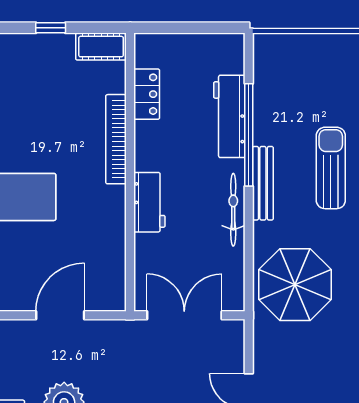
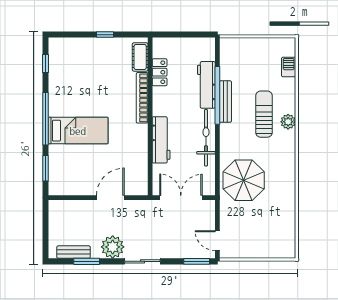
cot: (101, 47) -> (140, 57), moved, turned 90
bench: (263, 183) -> (225, 102), moved
workbench: (149, 202) -> (161, 140), width x1.38
bicycle: (233, 210) -> (206, 138), width x1.37, depth x1.40

